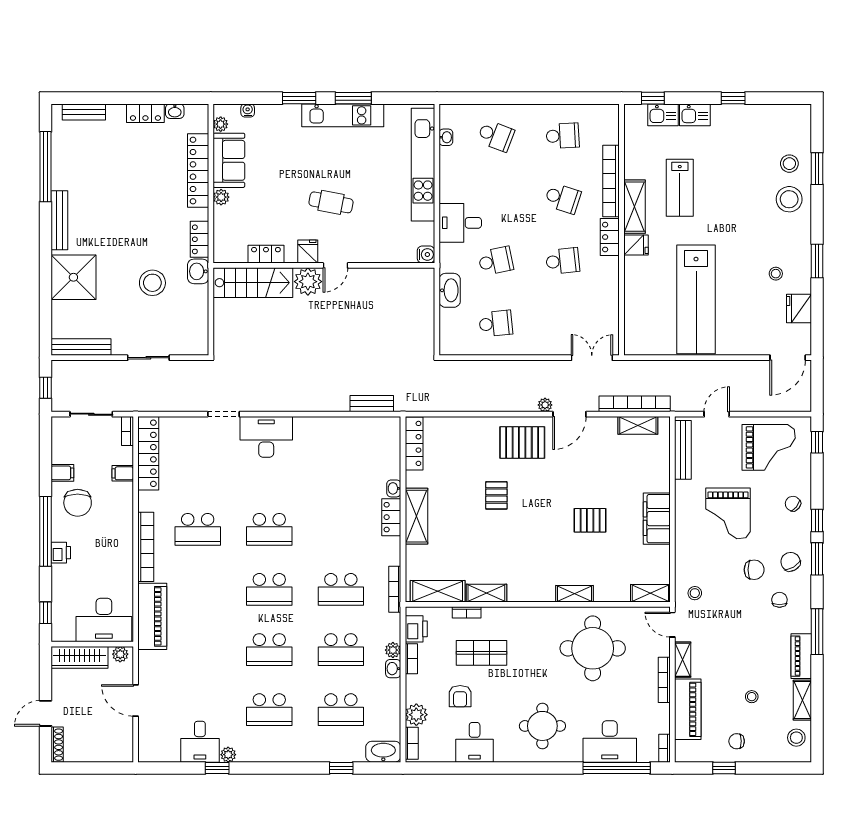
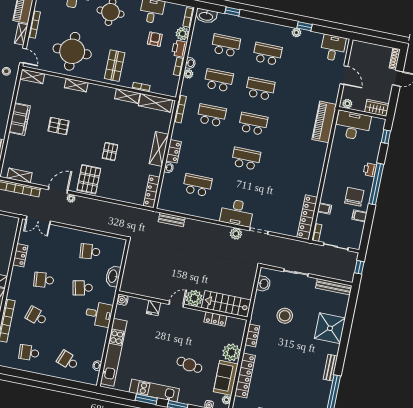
plant: (221, 197) -> (231, 352), width x1.87, depth x1.87
cafe table: (331, 202) -> (189, 365), moved
bench: (59, 220) -> (330, 368), width x0.73
locker: (610, 237) -> (20, 255), moved
fridge: (308, 251) -> (153, 308), moved
washbasin: (198, 271) -> (264, 284), moved
plant: (261, 402) -> (236, 234), added
pallet: (522, 443) -> (89, 179), turned 90
school desk: (198, 529) -> (197, 185), moved
bookcase: (146, 547) -> (320, 163), removed
printer: (416, 629) -> (179, 49), moved
shop shelf: (481, 653) -> (115, 66), moved, turned 90
wardrobe: (80, 657) -> (377, 108), width x0.67
desk: (200, 742) -> (333, 48), moved

